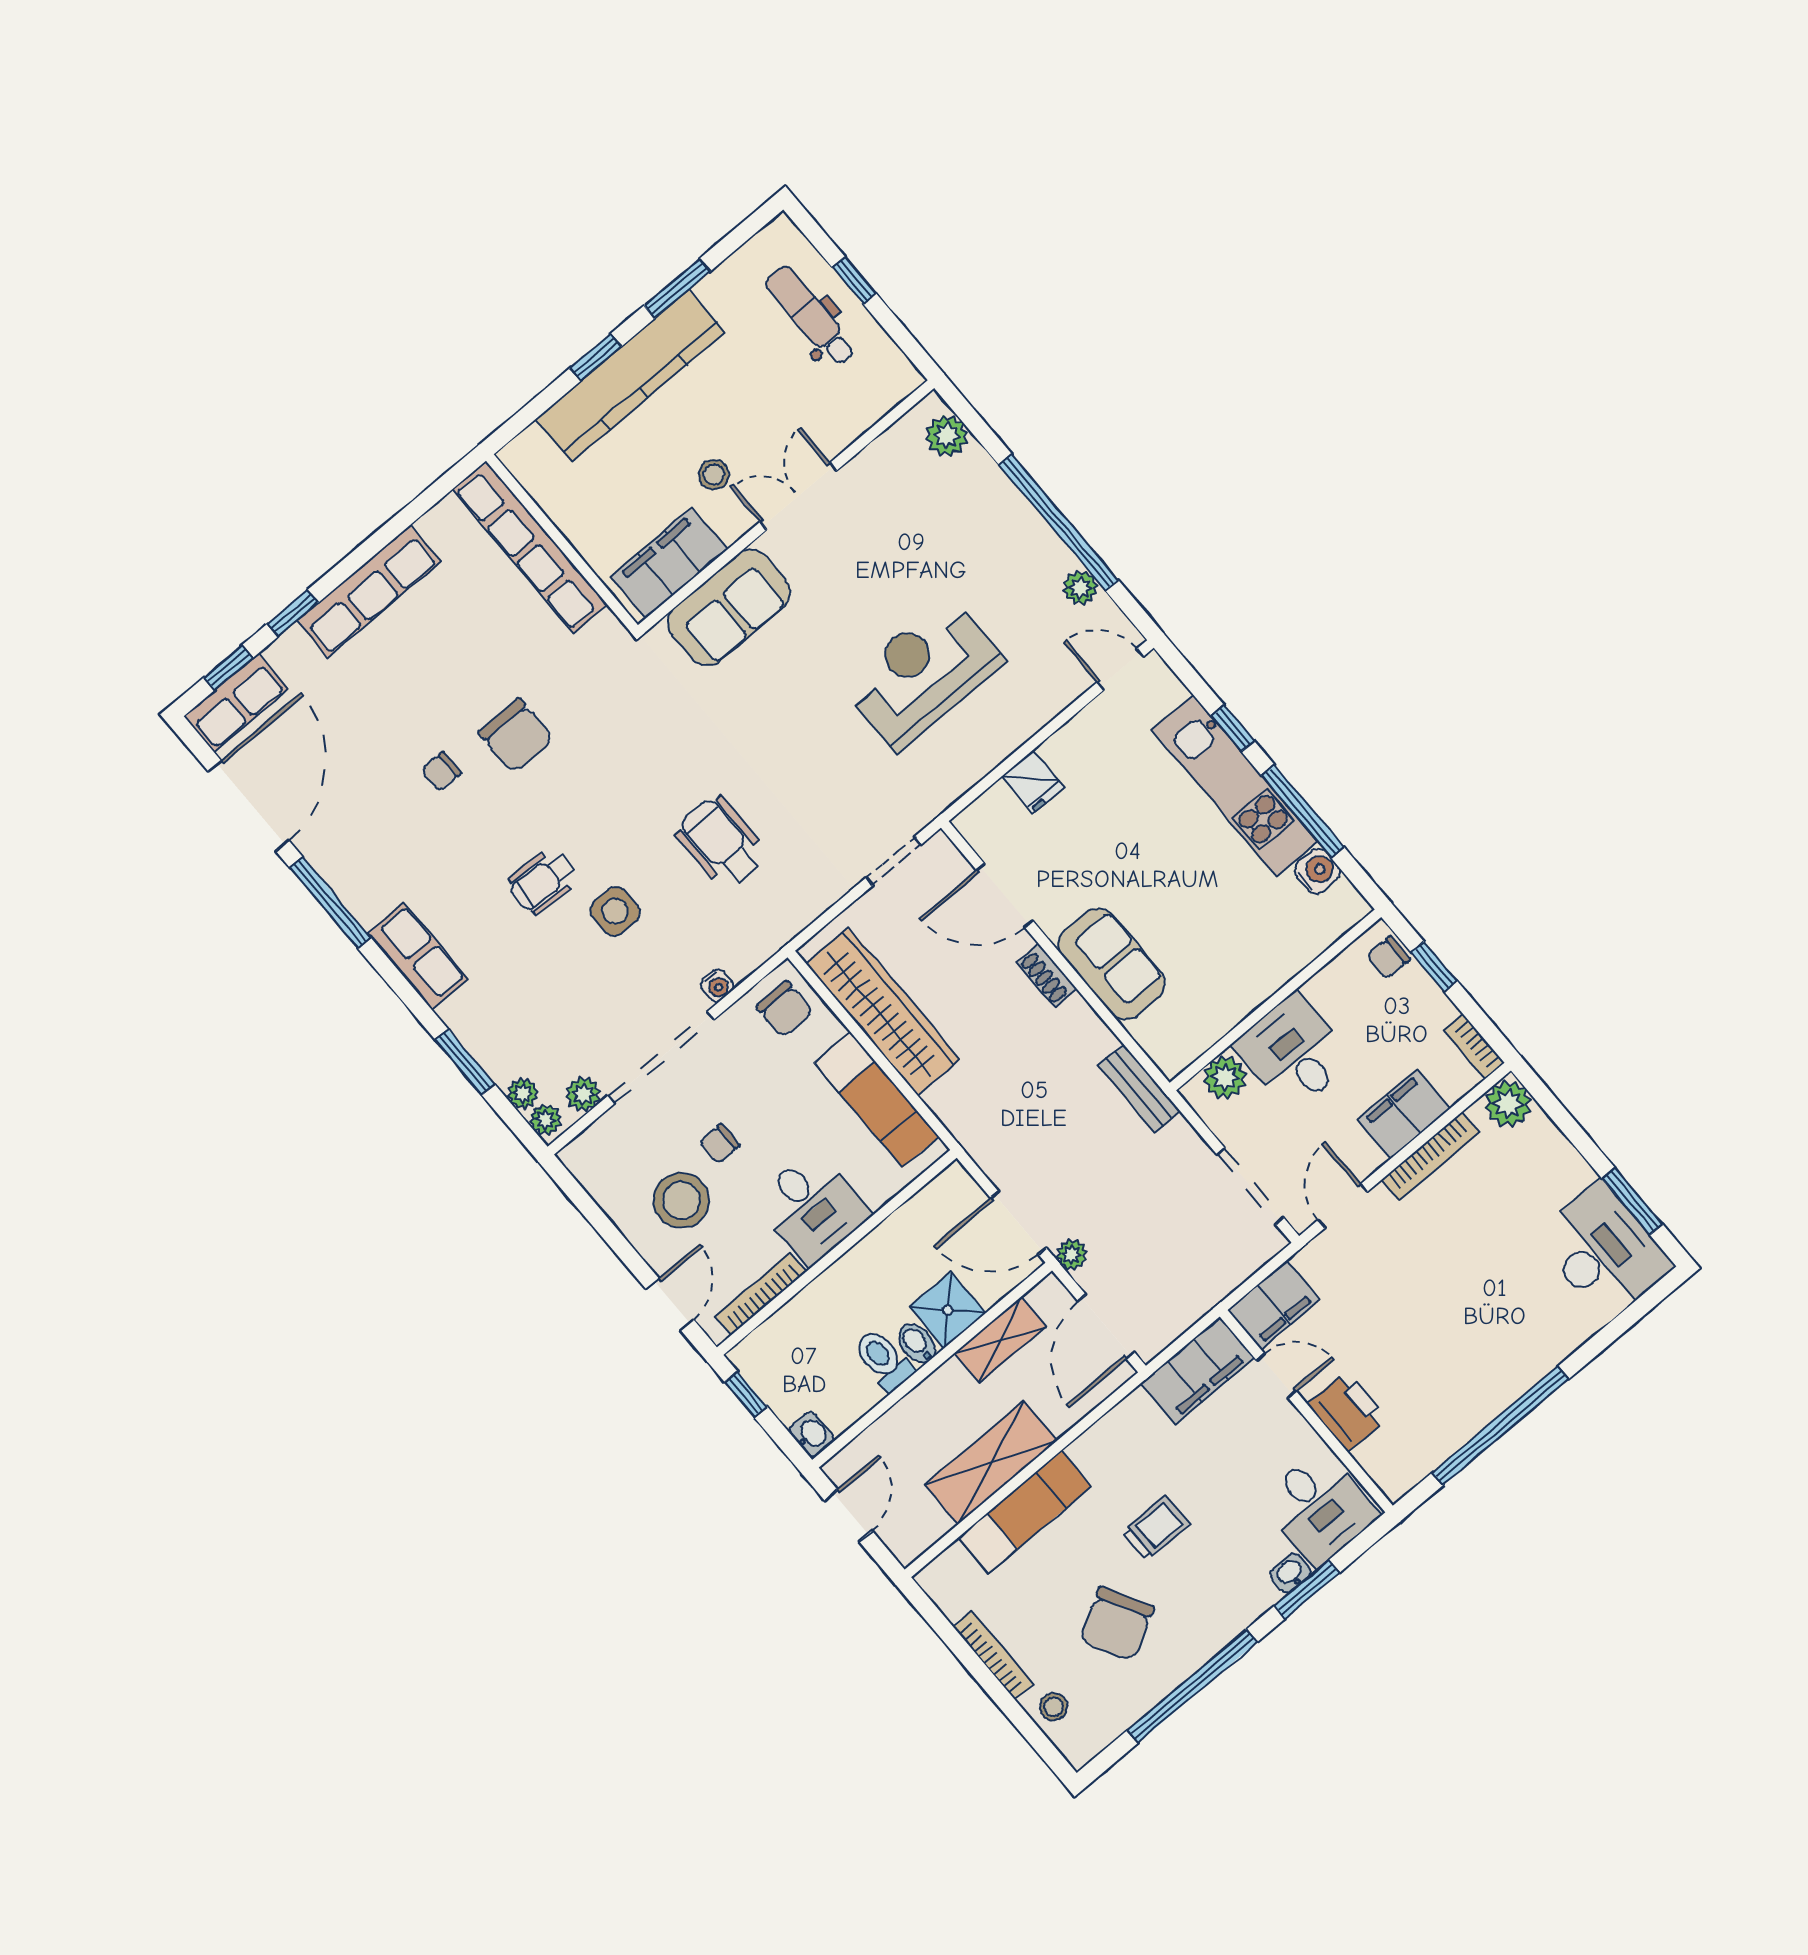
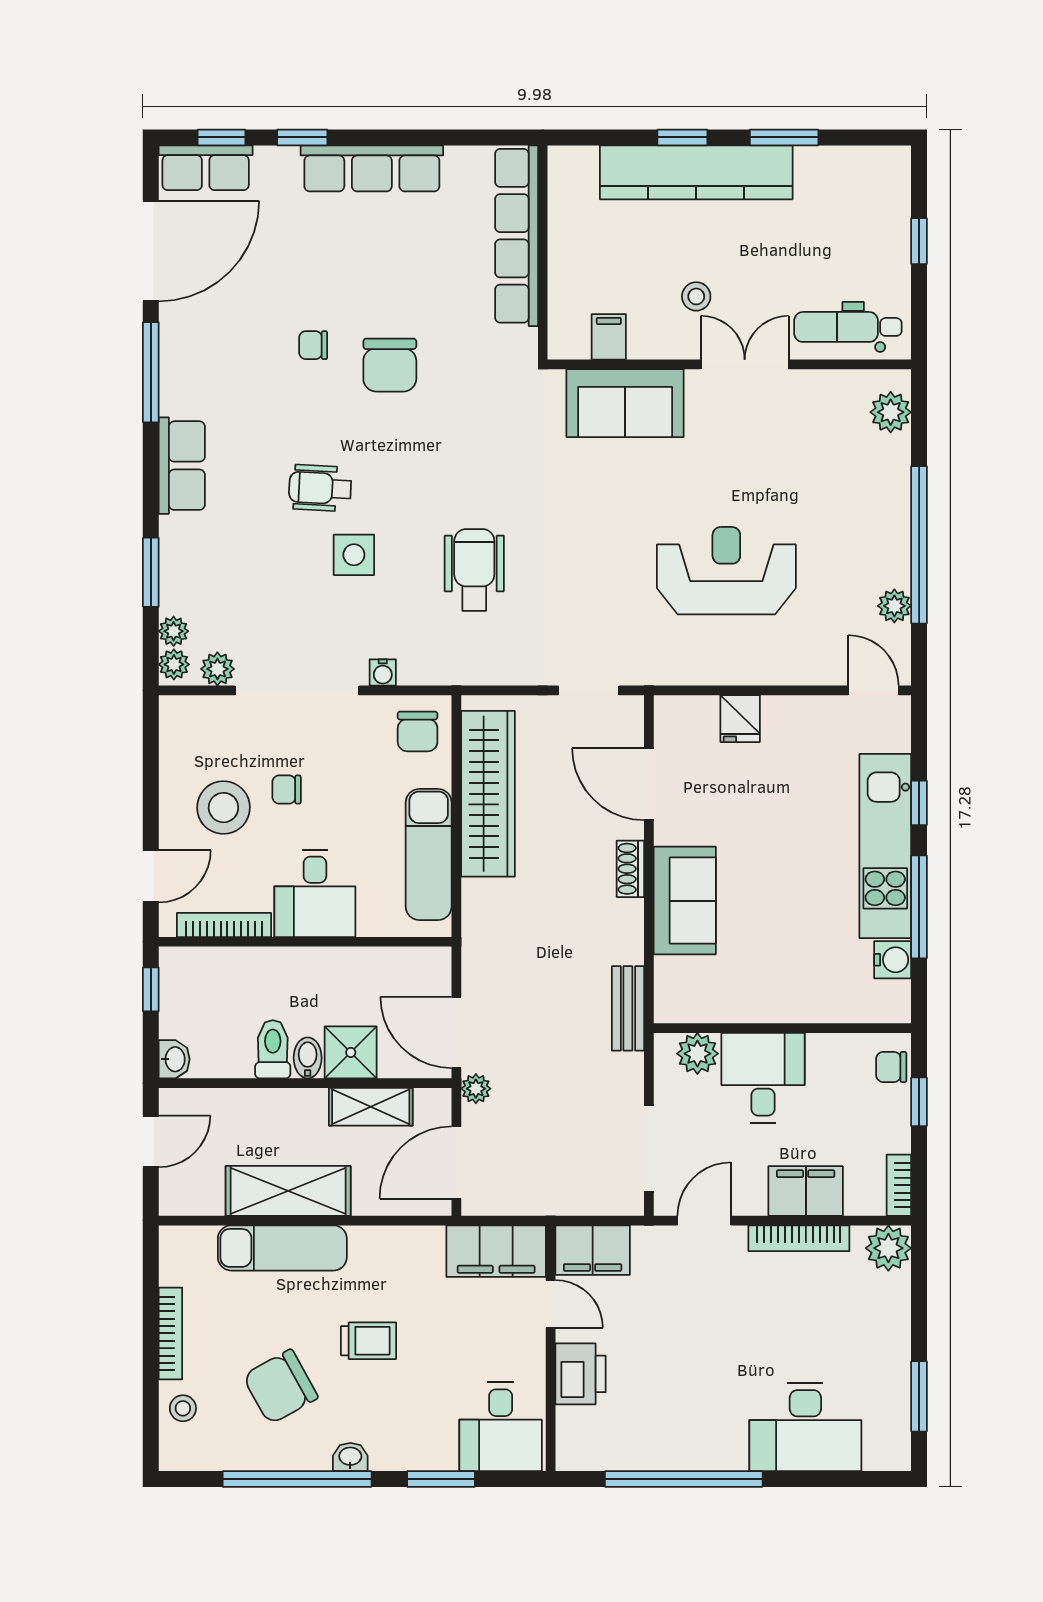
dental chair: (811, 316) -> (848, 327), moved, turned -90
filing cabinet: (669, 563) -> (609, 337), width x0.33, depth x0.86
desk: (1604, 1251) -> (805, 1427), moved, turned 90
washbasin: (1290, 1573) -> (350, 1457), moved

